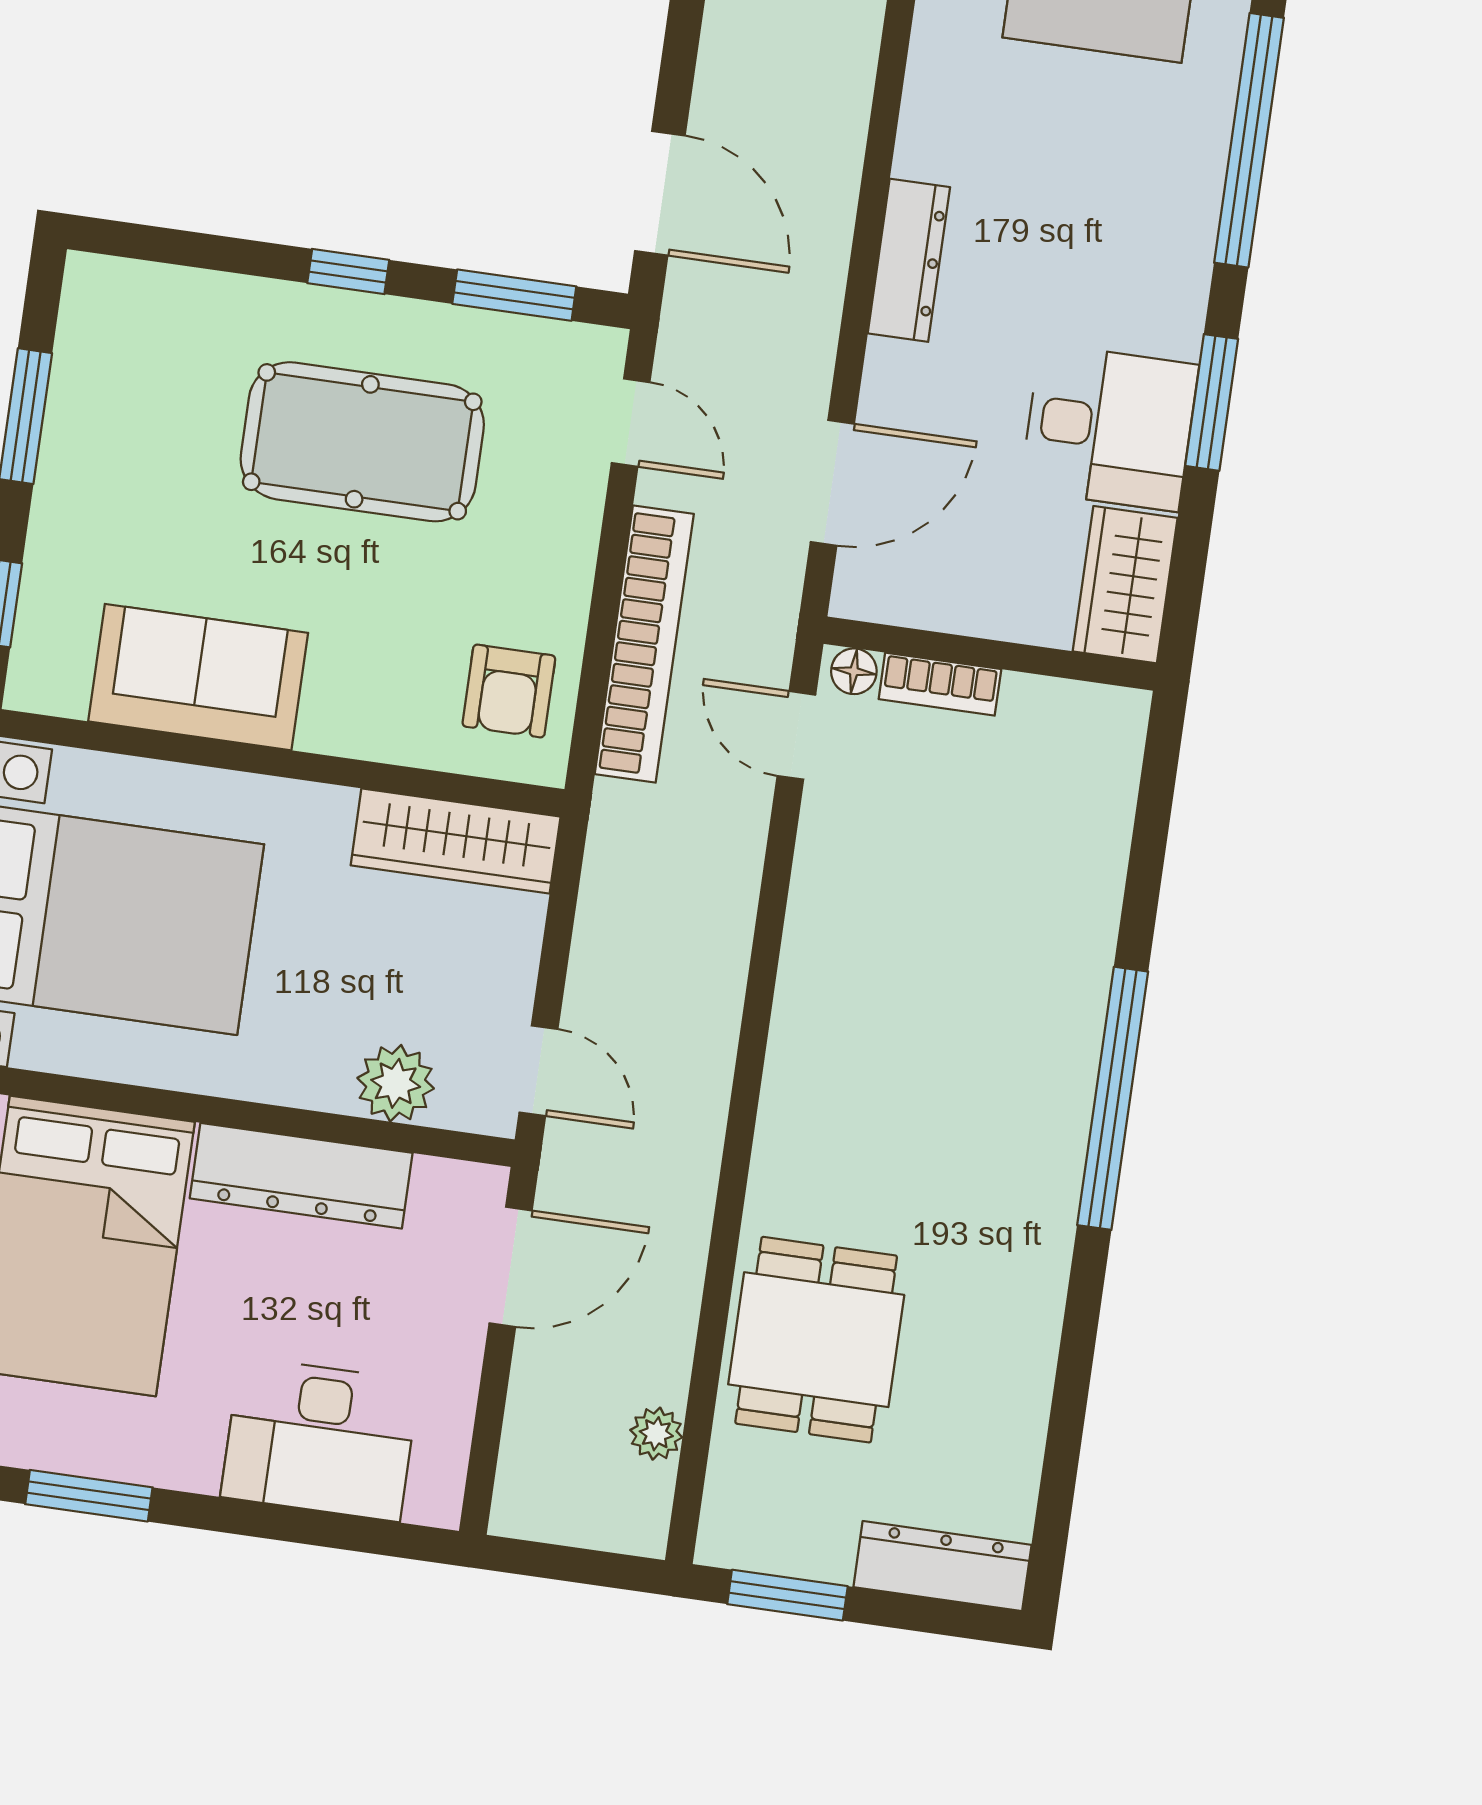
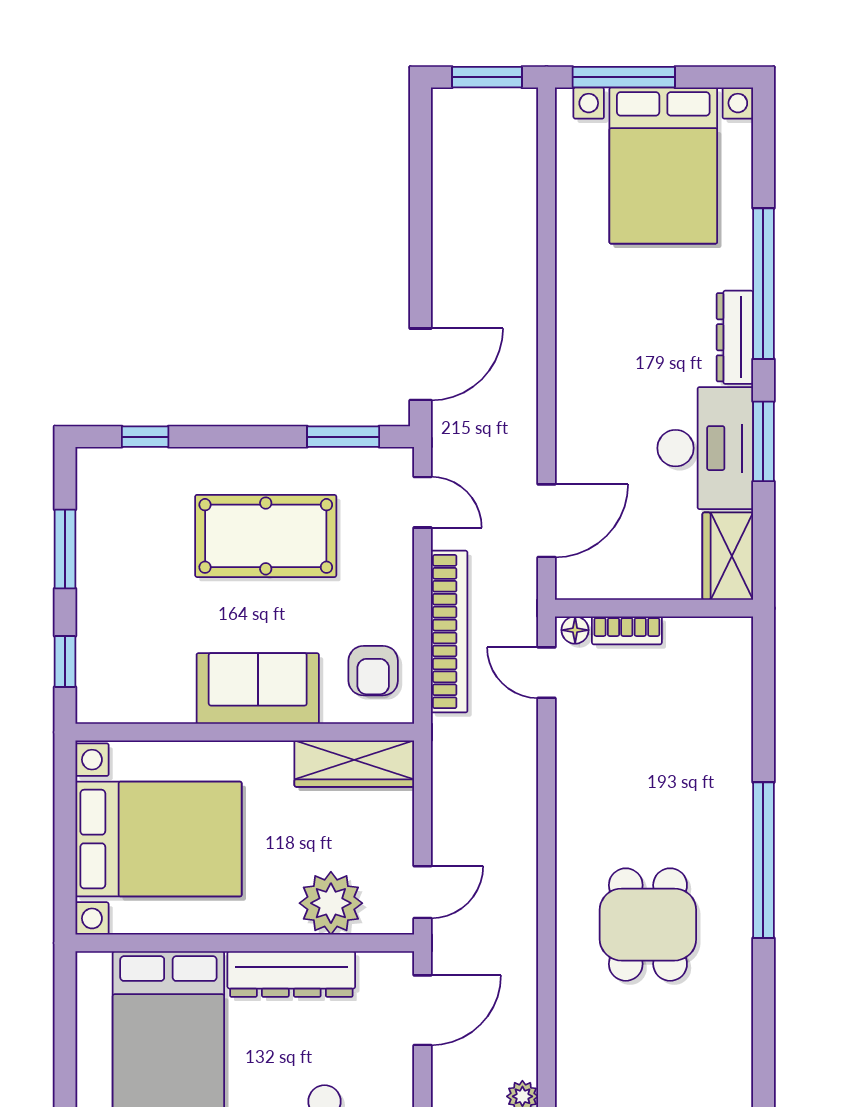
door: (660, 193) -> (420, 364), hinge flipped
dresser: (909, 260) -> (735, 337), moved, turned 180
window: (348, 271) -> (145, 437), moved
desk: (1109, 427) -> (705, 448), width x1.37
sofa: (198, 677) -> (258, 689), moved
door: (538, 1071) -> (423, 892), hinge flipped
plant: (396, 1083) -> (331, 903), width x1.36, depth x1.36
dining table: (816, 1340) -> (648, 925), moved

